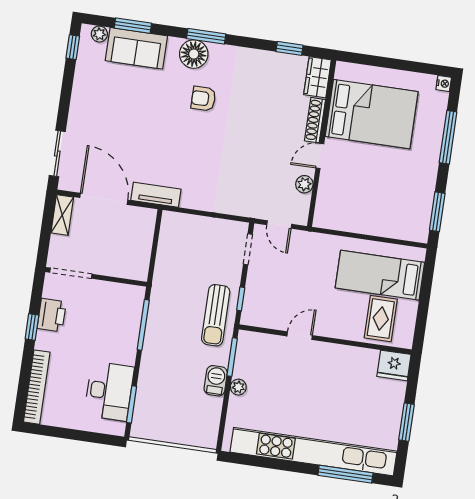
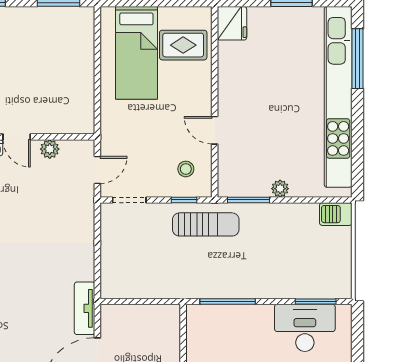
stool: (268, 305) -> (186, 169), added
barbecue: (216, 381) -> (336, 214), moved

